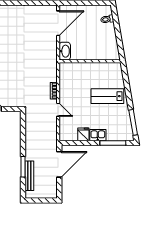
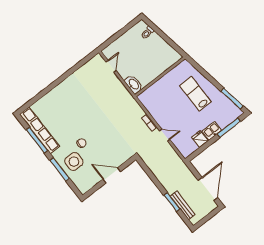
door: (58, 23) -> (111, 66), width x0.53
lab bench: (107, 96) -> (195, 94), turned 90
door: (59, 164) -> (208, 189), moved

